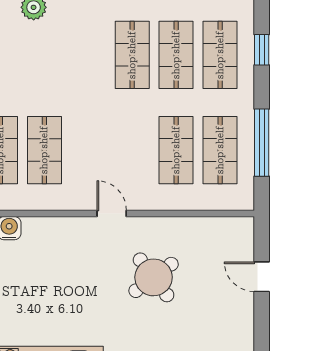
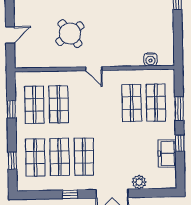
window: (262, 143) -> (11, 109), width x0.46
door: (262, 277) -> (10, 35), hinge flipped

